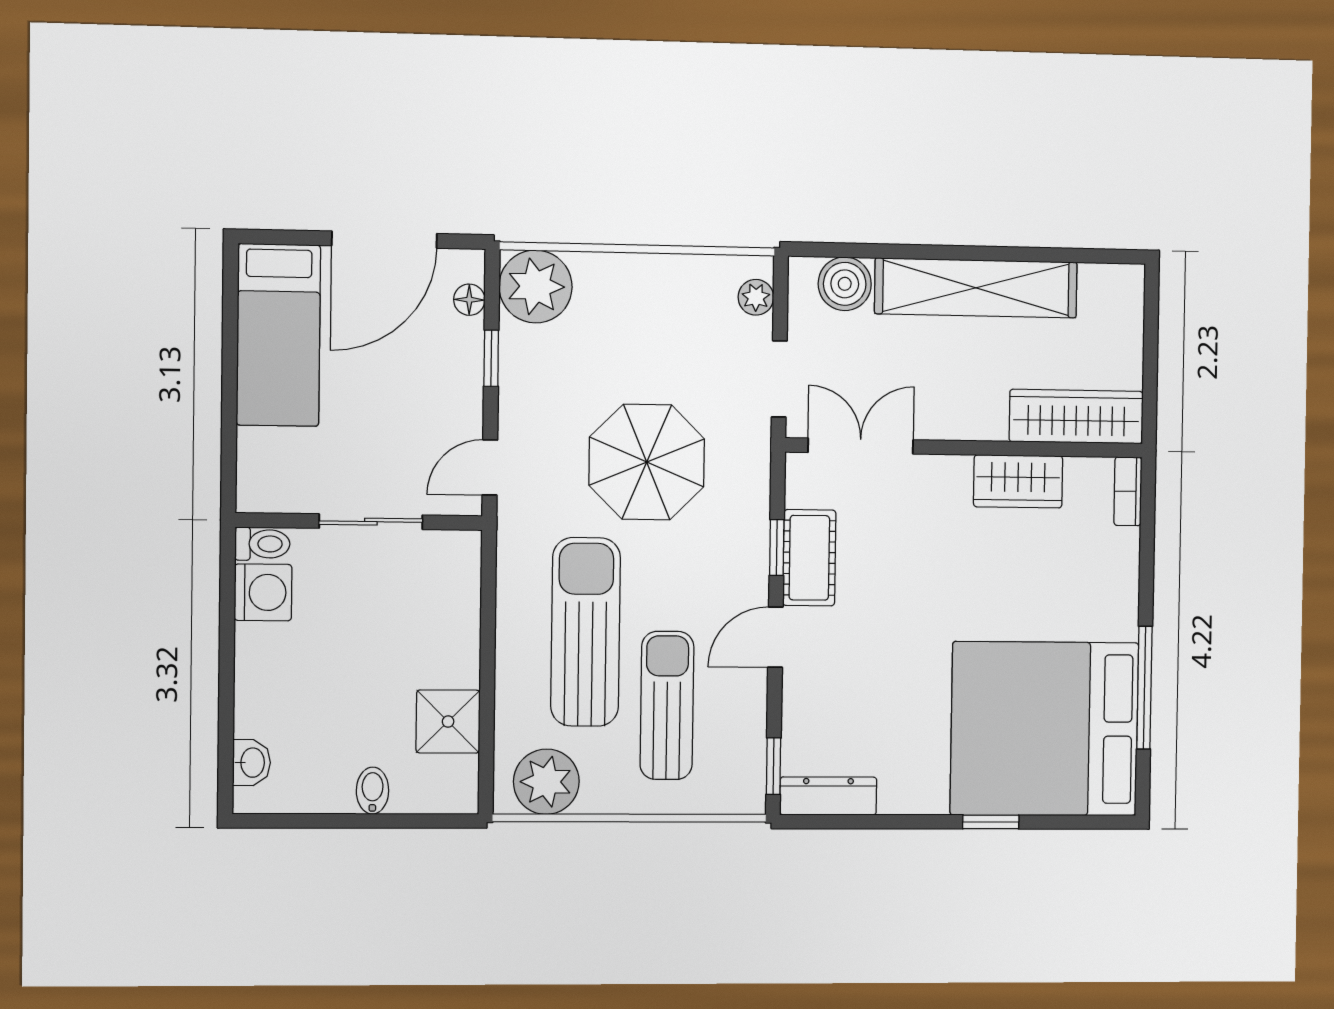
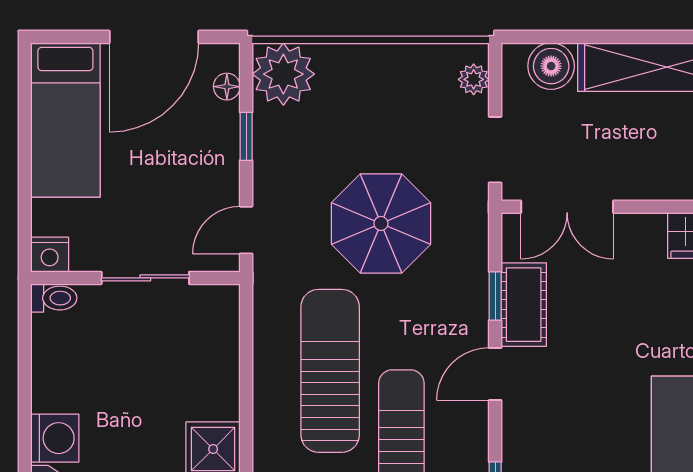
double door: (861, 446) -> (567, 207), swing flipped
nightstand: (258, 493) -> (50, 255), added
washing machine: (263, 592) -> (55, 438), moved

